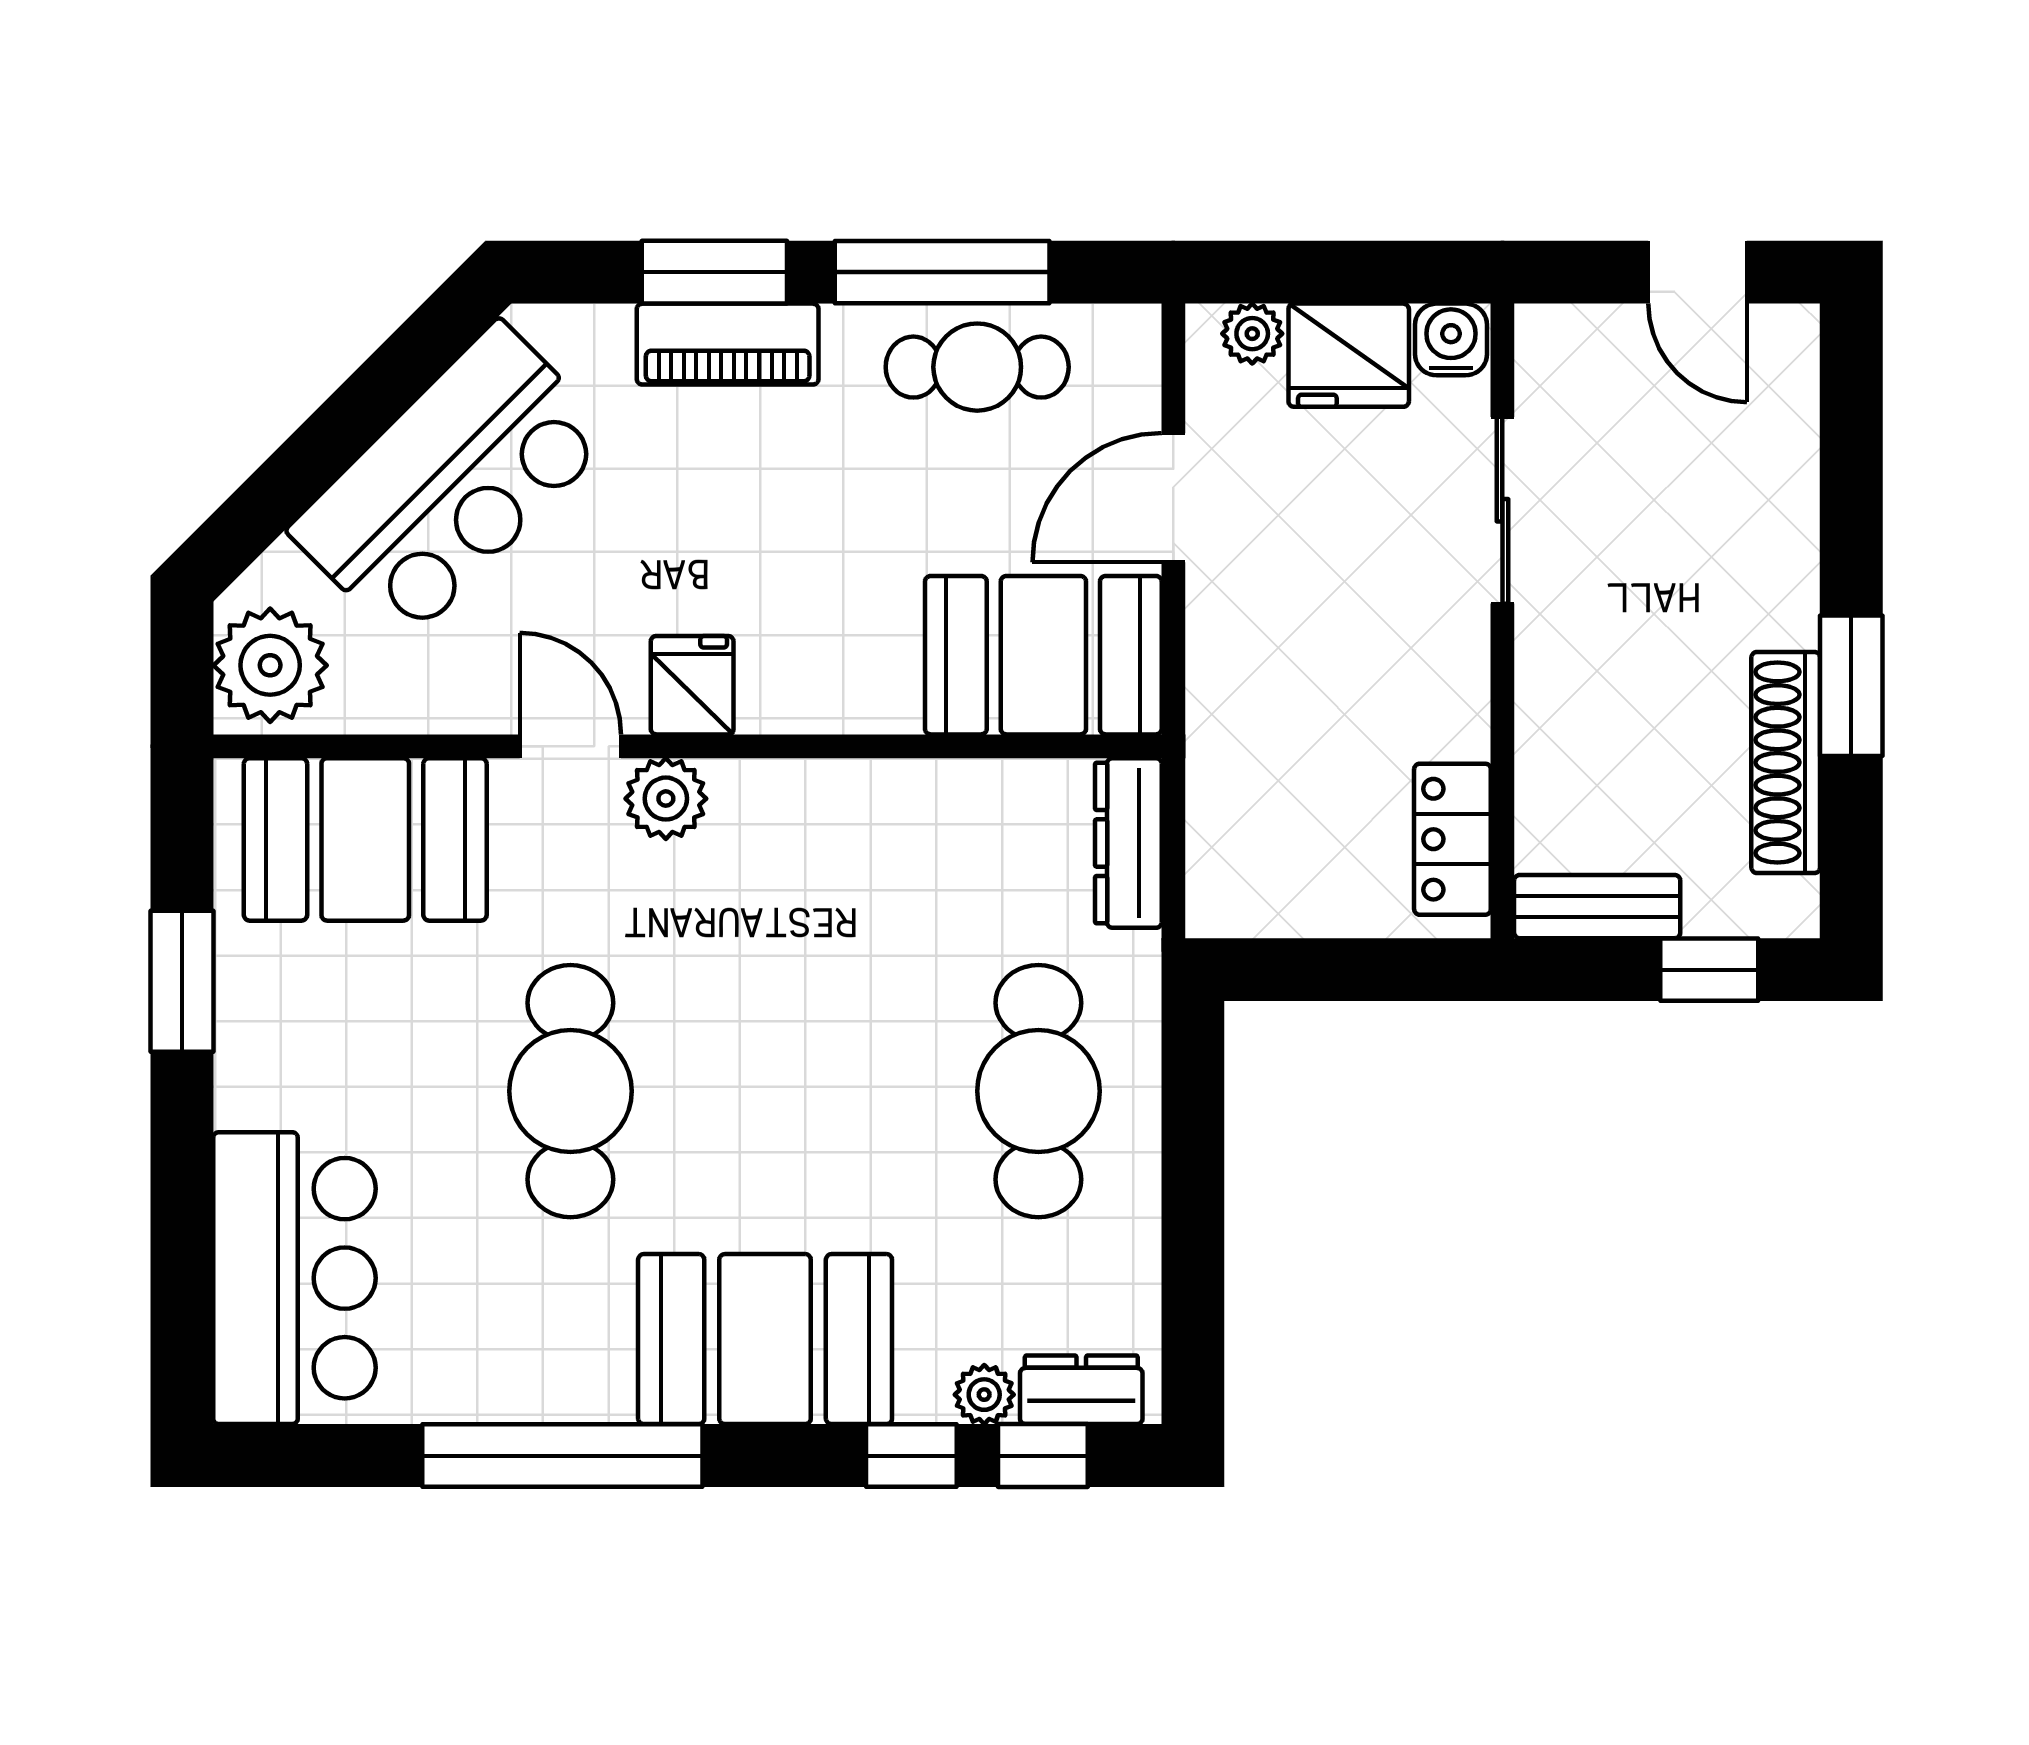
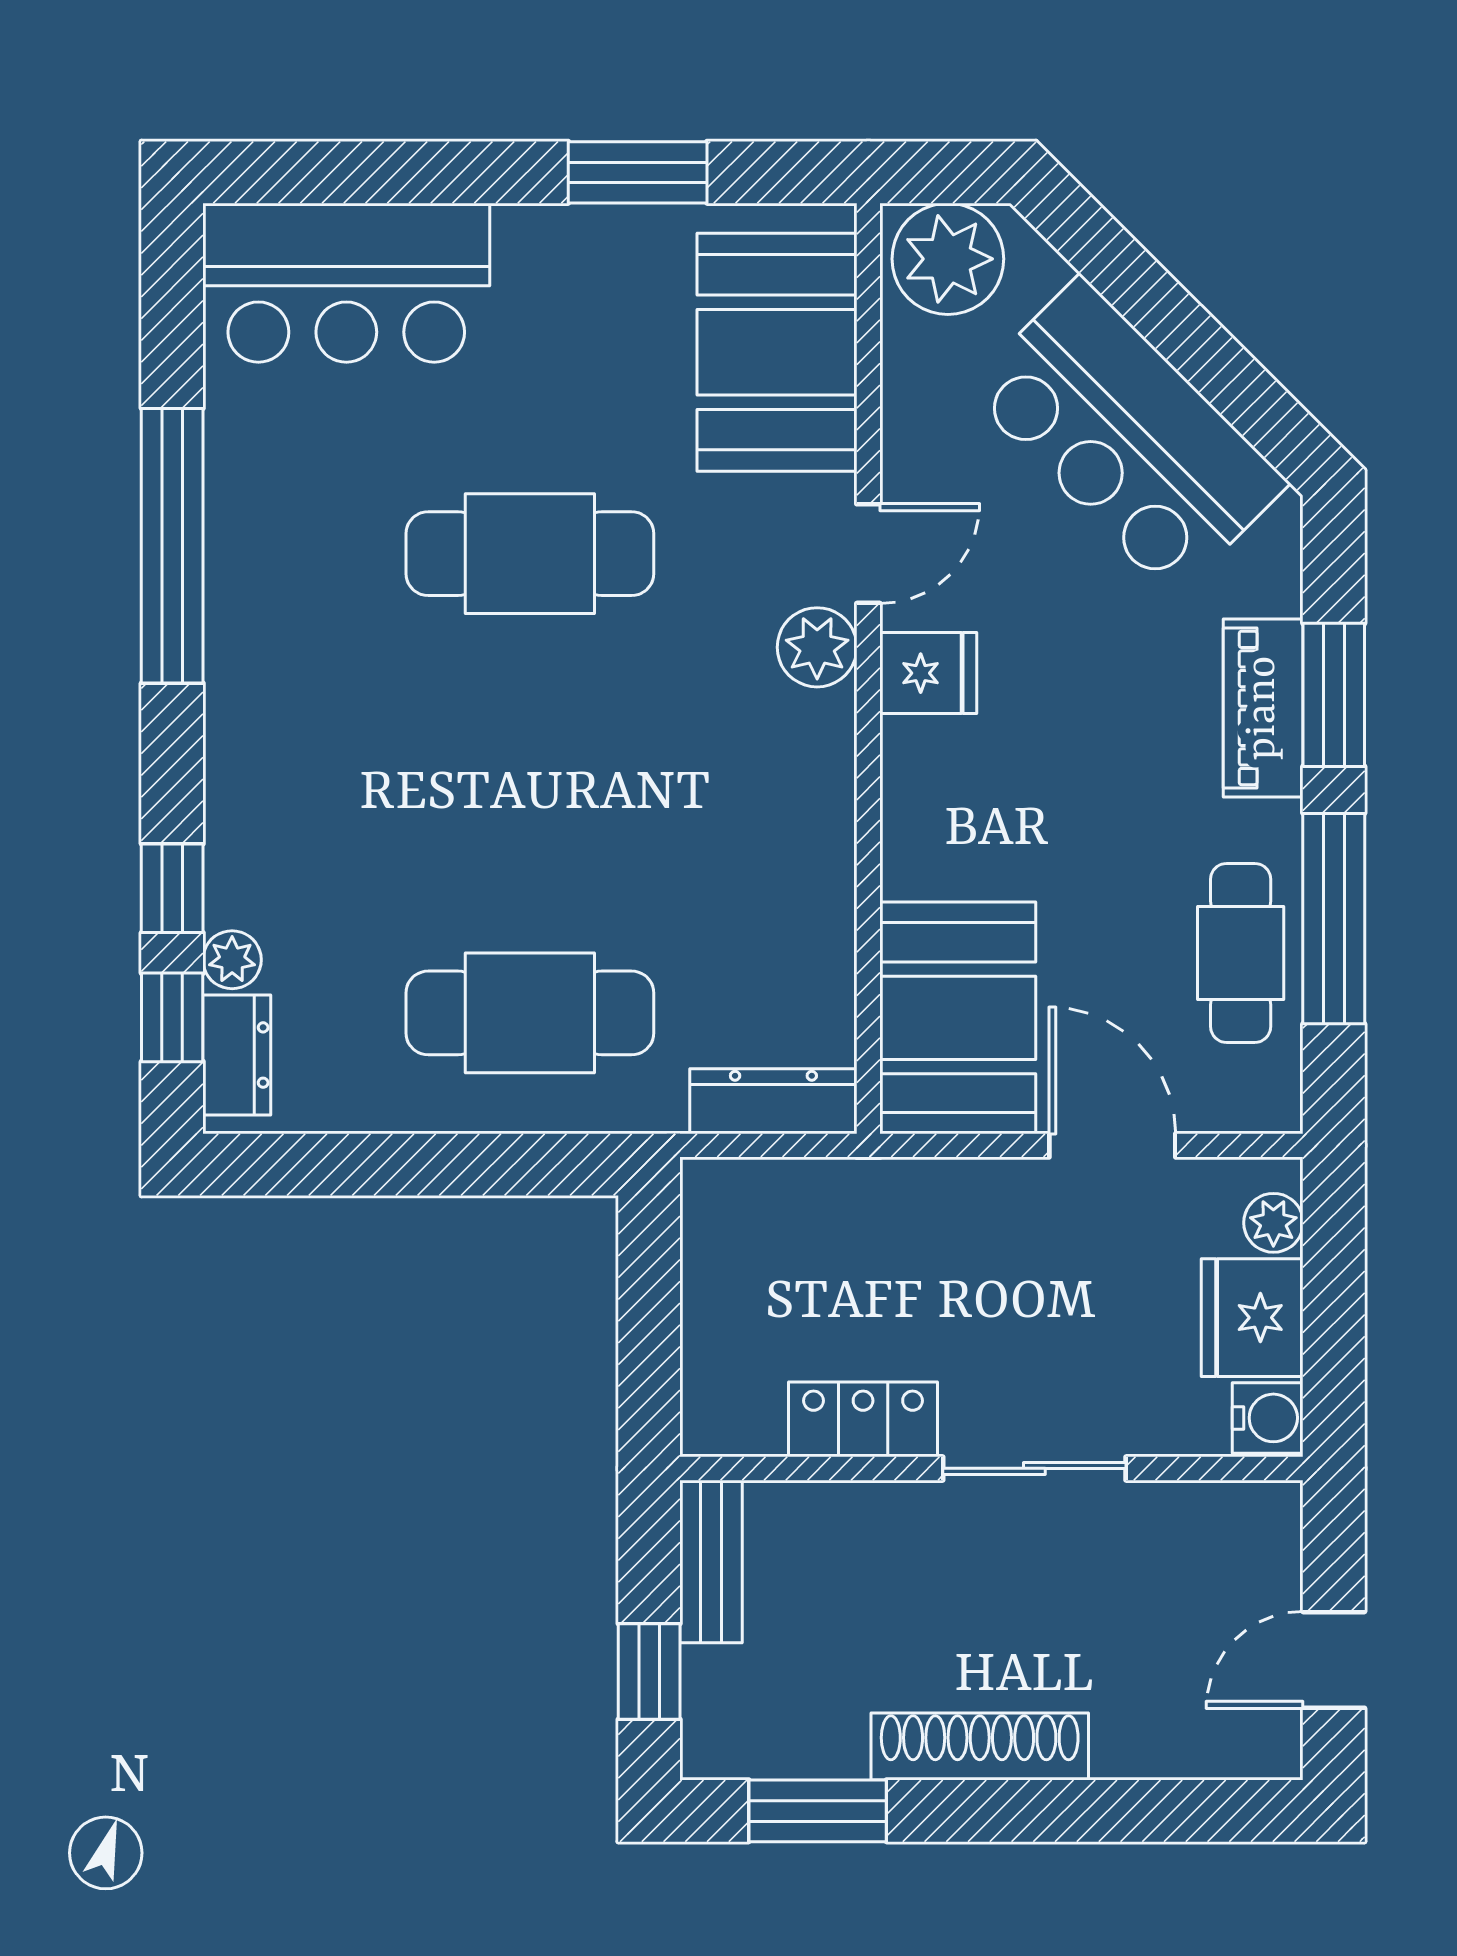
sliding door: (1502, 510) -> (1034, 1468), moved
window: (1851, 686) -> (818, 1811), moved
shoe rack: (1786, 762) -> (980, 1746), moved
locker: (1452, 839) -> (863, 1419), moved
booth: (765, 1339) -> (286, 745), removed

